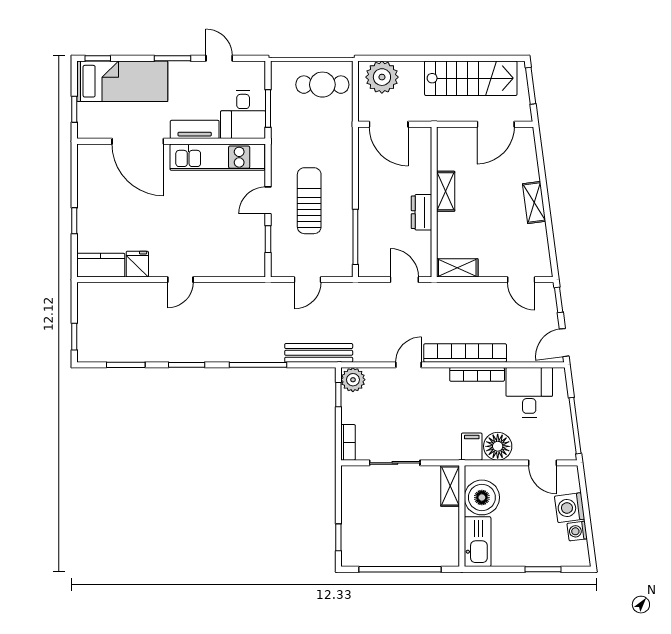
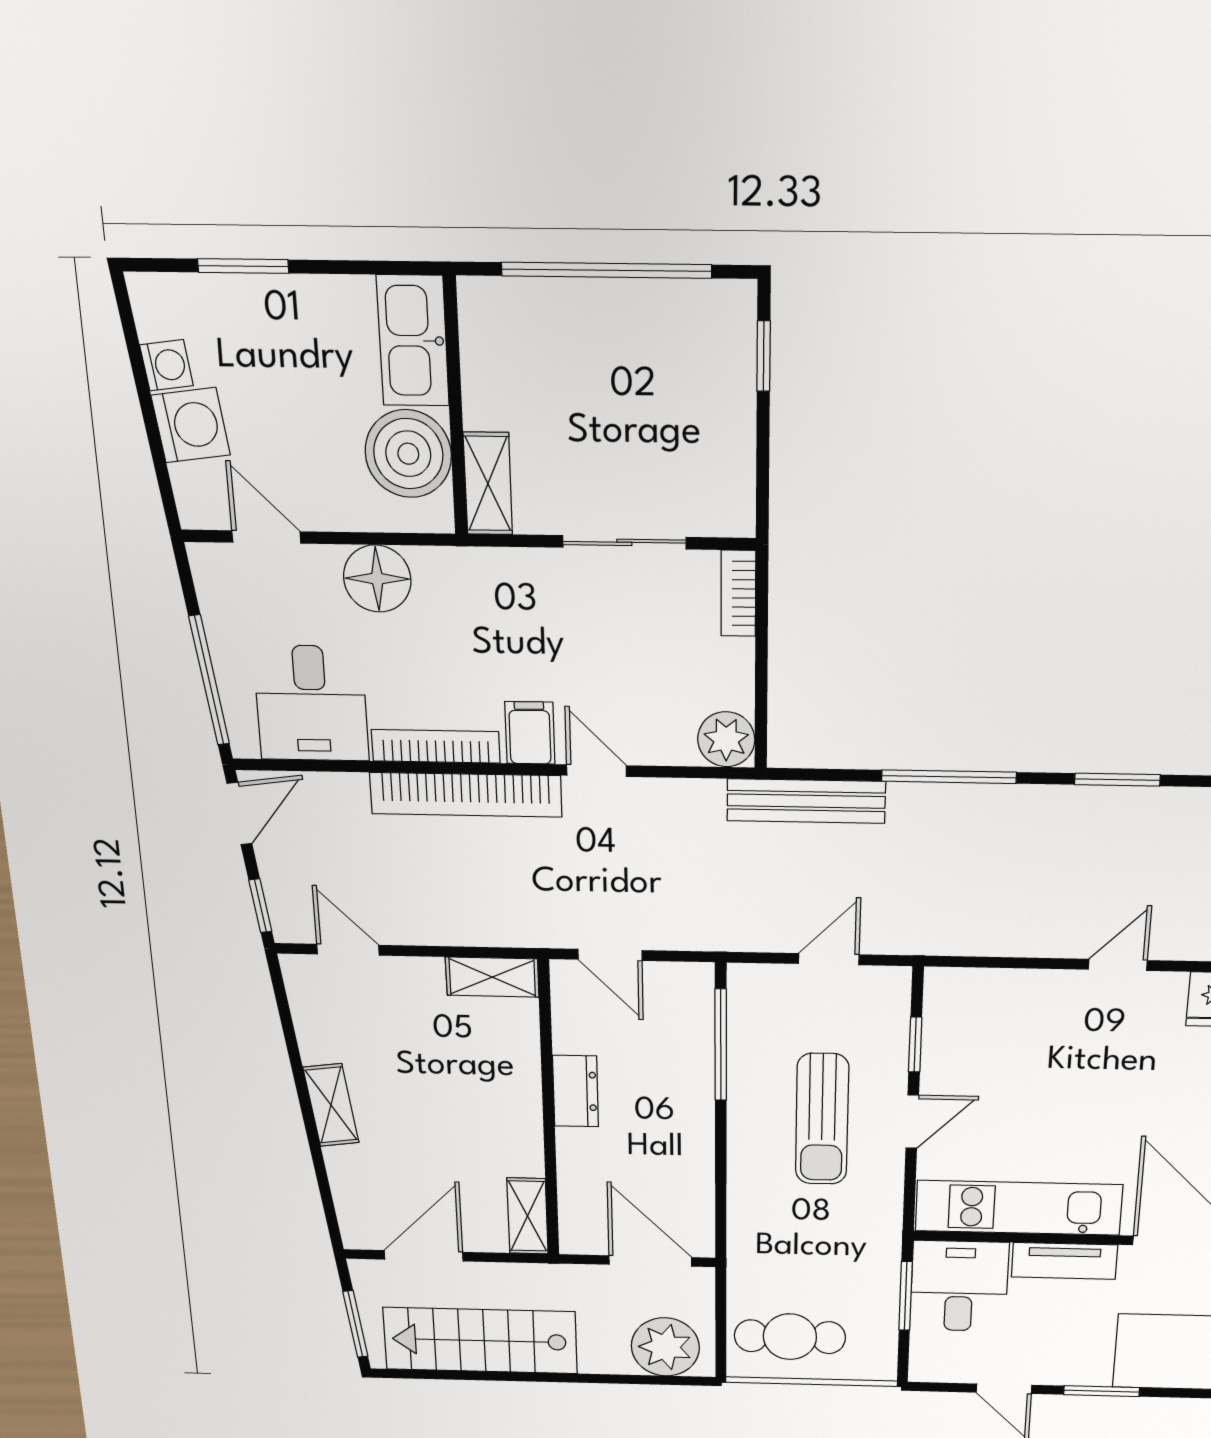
shelving: (446, 191) -> (528, 1216), moved
door: (409, 365) -> (597, 771), swing flipped
window: (338, 395) -> (761, 706), removed
window: (575, 426) -> (209, 680), moved
filing cabinet: (472, 447) -> (530, 733), moved, turned 180

